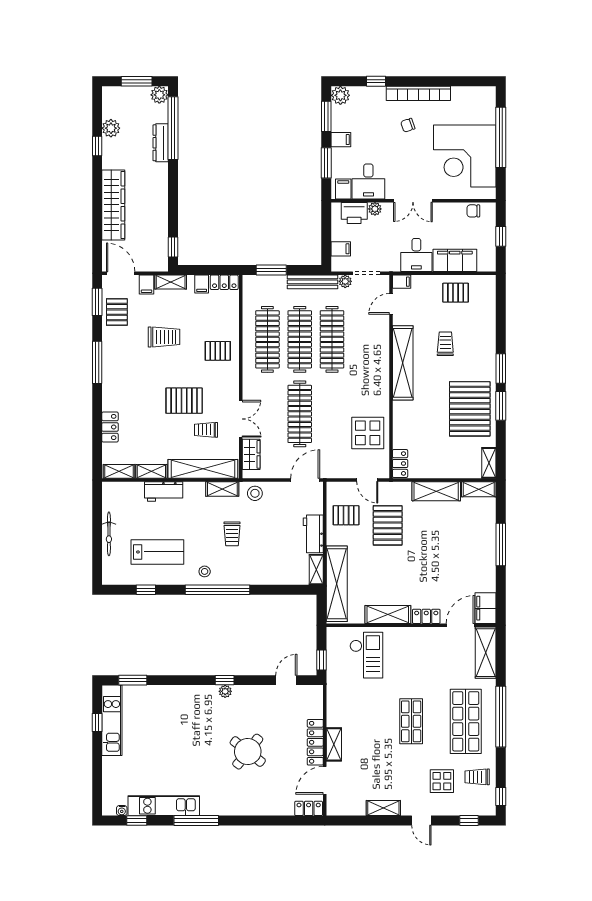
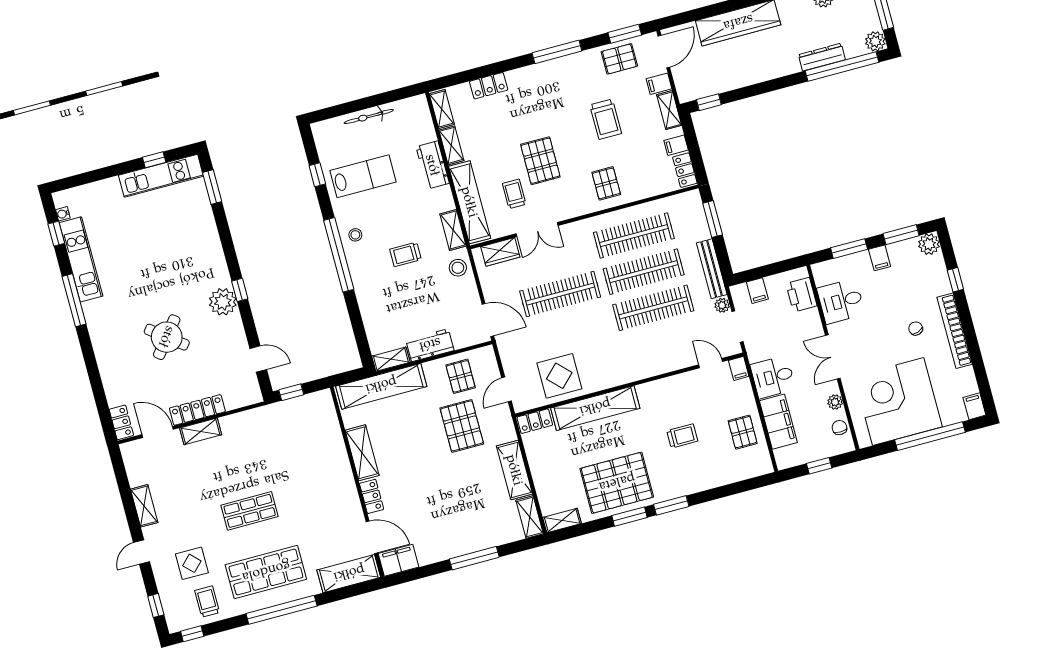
filing cabinet: (343, 189) -> (974, 406), moved, turned -90
plant: (375, 209) -> (835, 402), moved
shelving: (403, 363) -> (595, 408), moved
pallet: (388, 525) -> (462, 426), turned 90
lab bench: (157, 552) -> (363, 176), turned -90
checkout: (366, 655) -> (310, 441), removed
plant: (225, 691) -> (223, 302), width x1.87, depth x1.87

